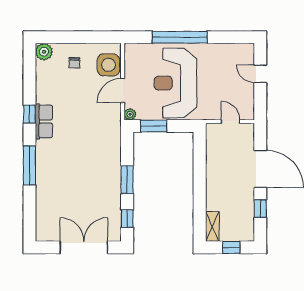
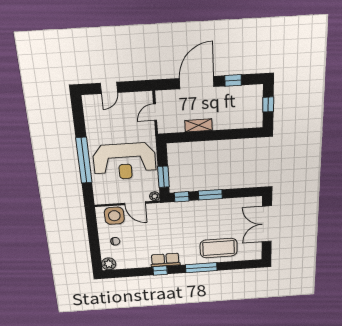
coffee table: (55, 188) -> (219, 248), added
window: (127, 219) -> (182, 197), moved
shelving: (212, 226) -> (199, 125), moved

